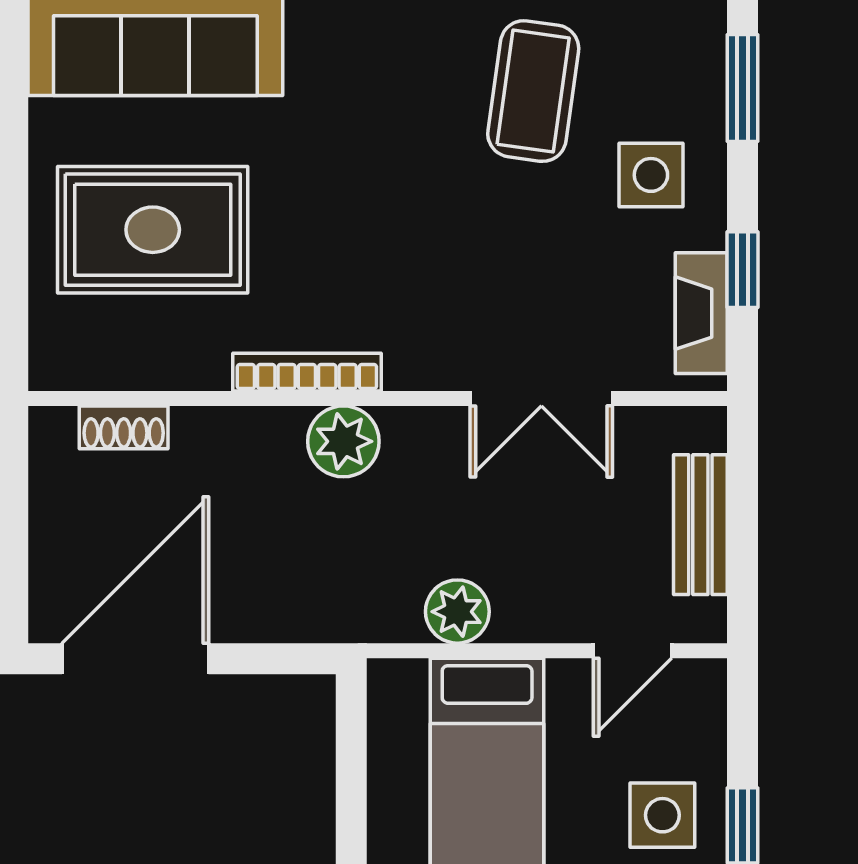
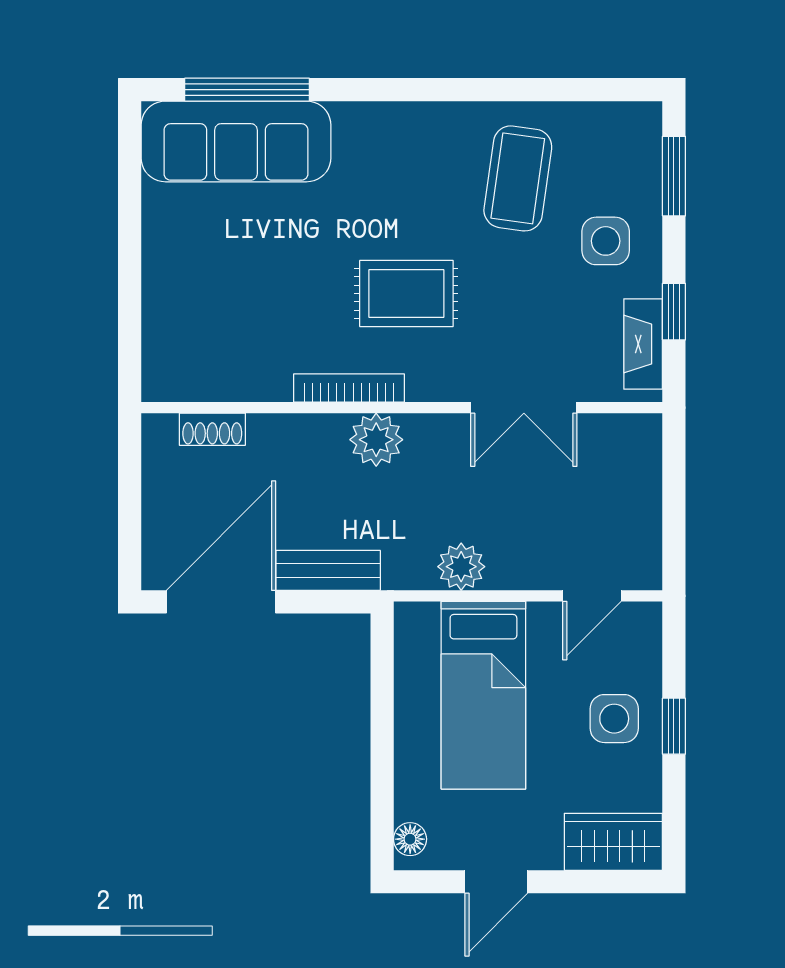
rug: (153, 230) -> (406, 293), moved, width x0.73, depth x0.70
bench: (700, 525) -> (328, 570), moved, turned 90

